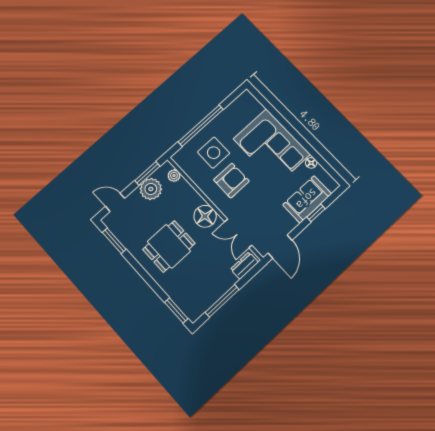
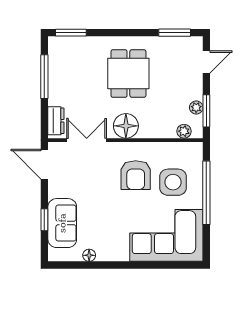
corner sofa: (272, 147) -> (166, 235), moved
plant: (151, 189) -> (196, 108), width x0.53, depth x0.53

